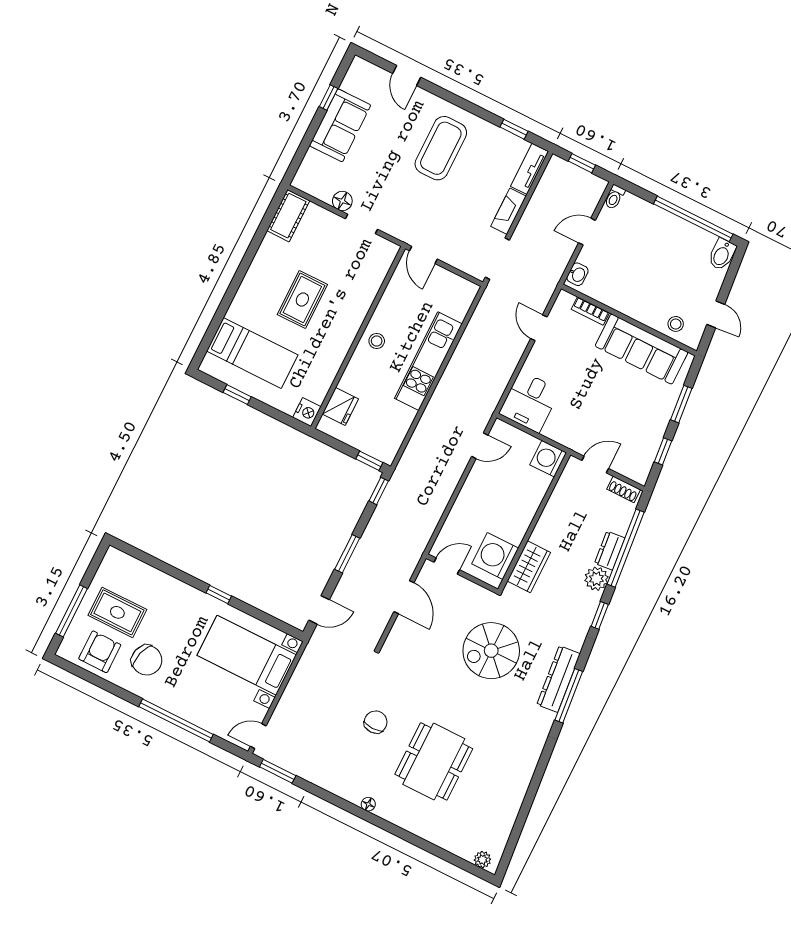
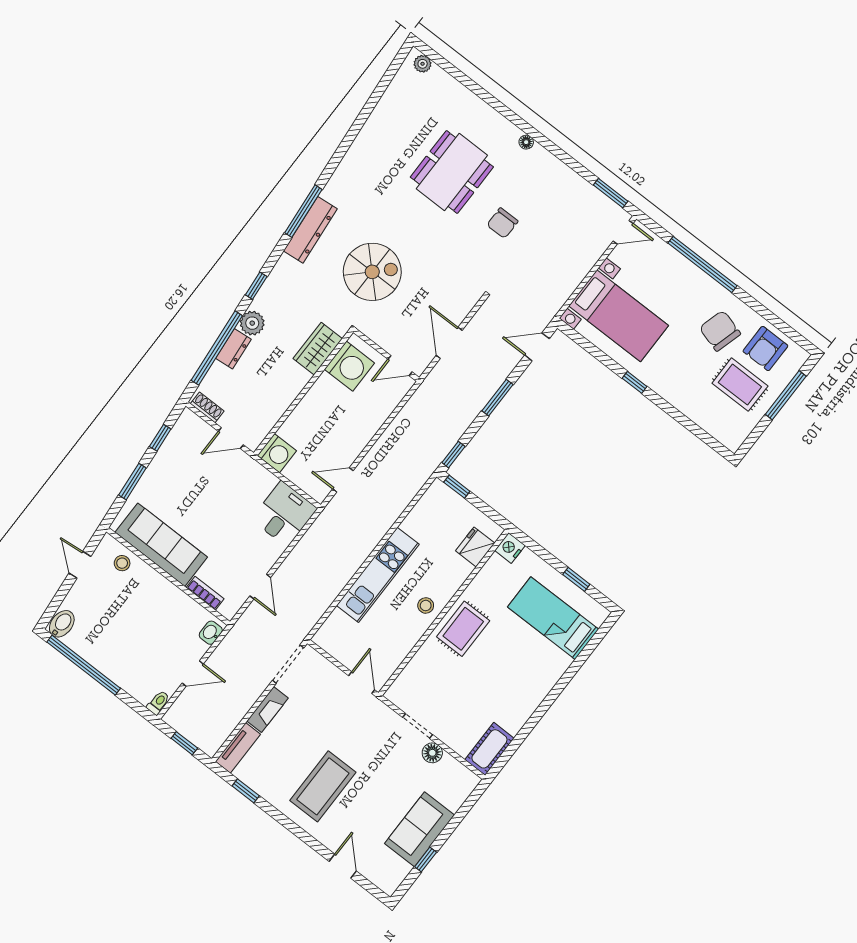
rug: (302, 299) -> (463, 629), moved

